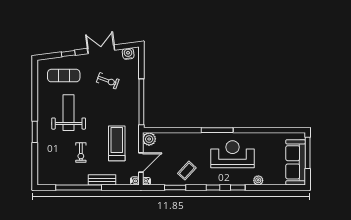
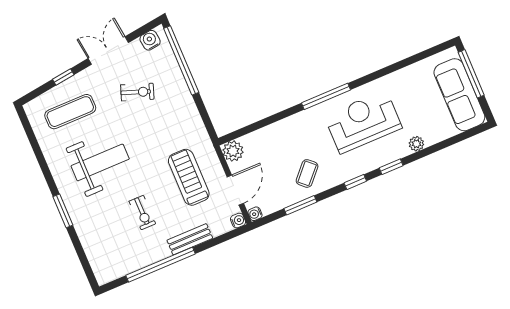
window: (141, 102) -> (181, 60), moved
weight bench: (69, 113) -> (100, 162), turned 90

